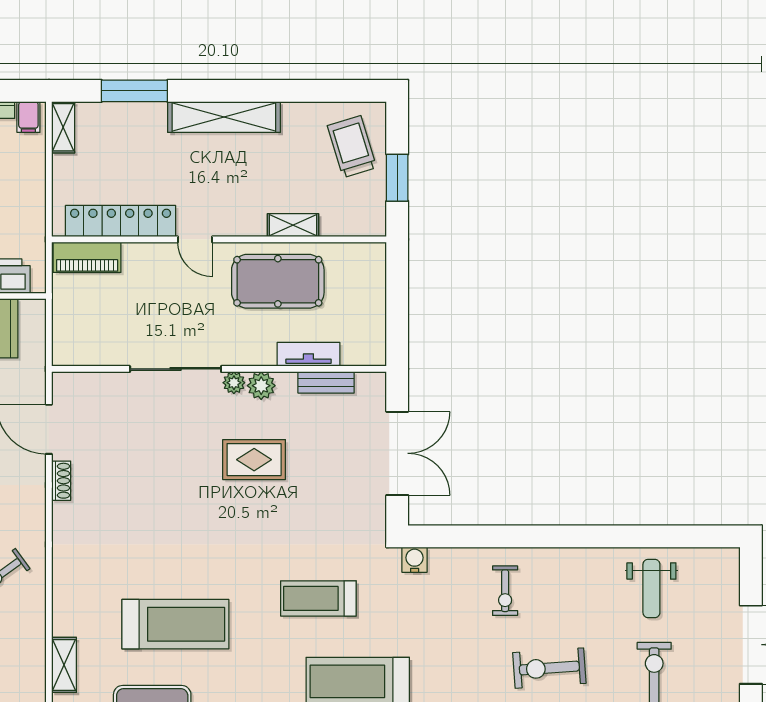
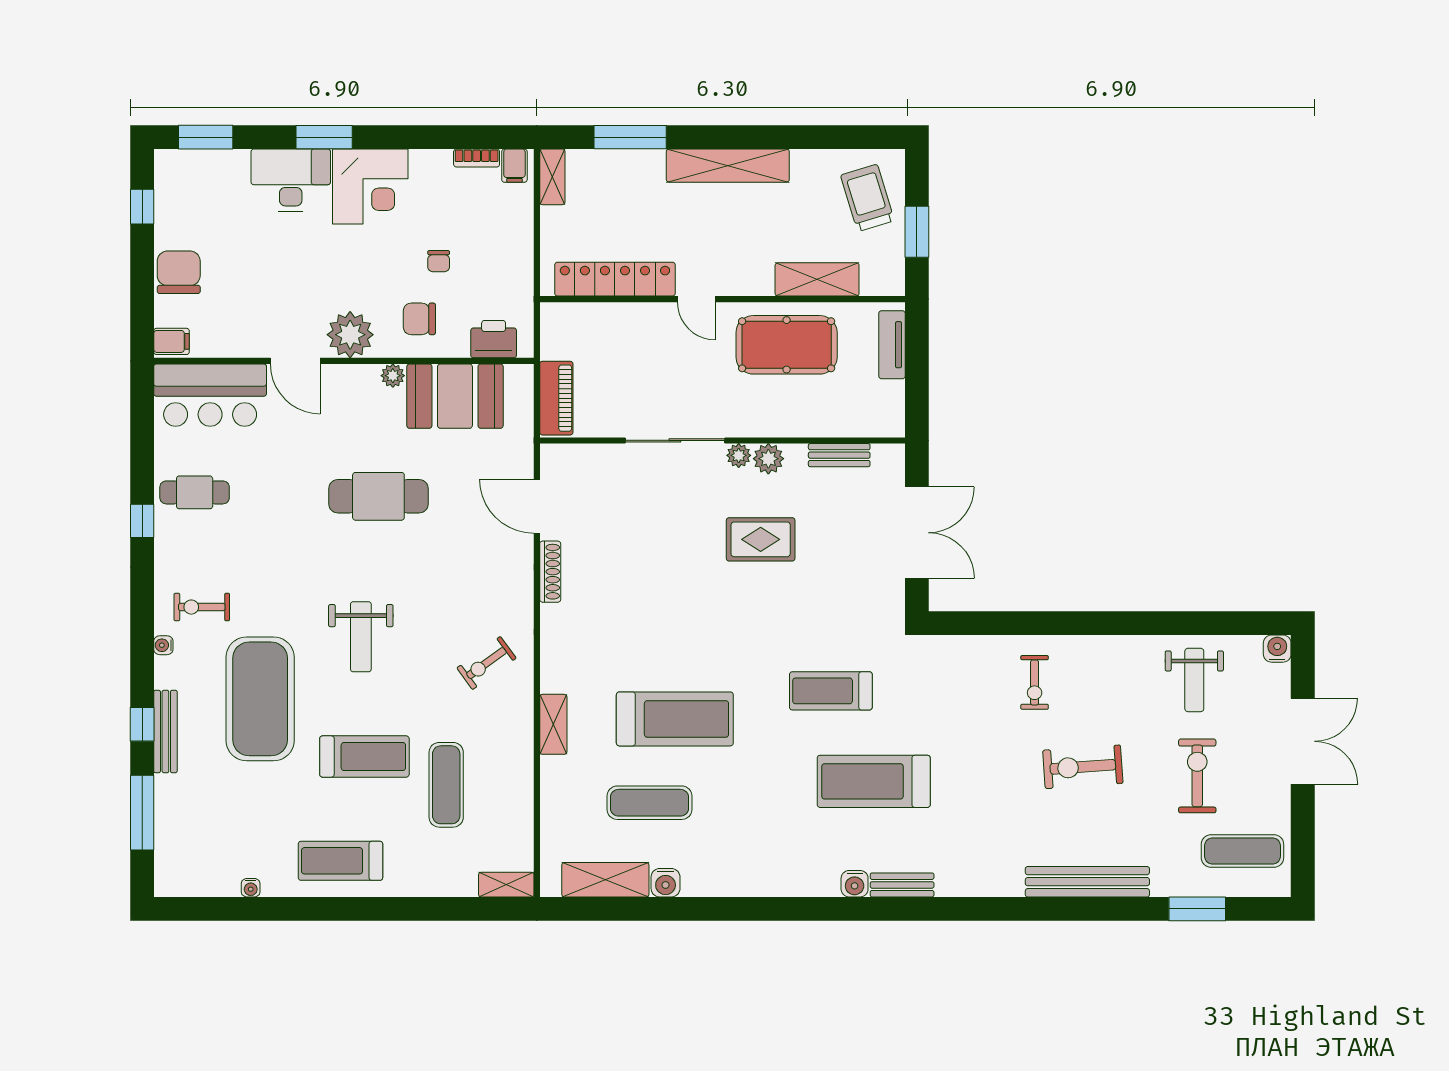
shelving: (293, 225) -> (817, 279), width x1.50, depth x1.33
piano: (87, 257) -> (556, 398), moved, turned -90
tv unit: (308, 354) -> (892, 345), moved, turned -90
shoe rack: (61, 481) -> (550, 572), width x1.43
water cooler: (415, 560) -> (1277, 649), moved
shelving: (64, 665) -> (553, 724), moved

